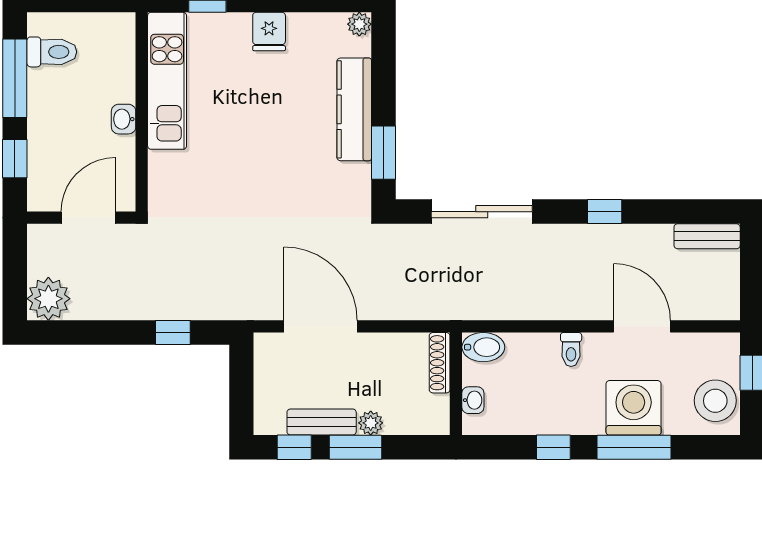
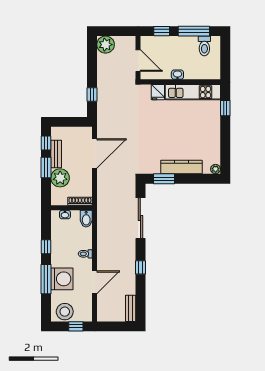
fridge: (269, 32) -> (158, 92), moved, turned -90
plant: (371, 423) -> (60, 178), width x1.87, depth x1.87

